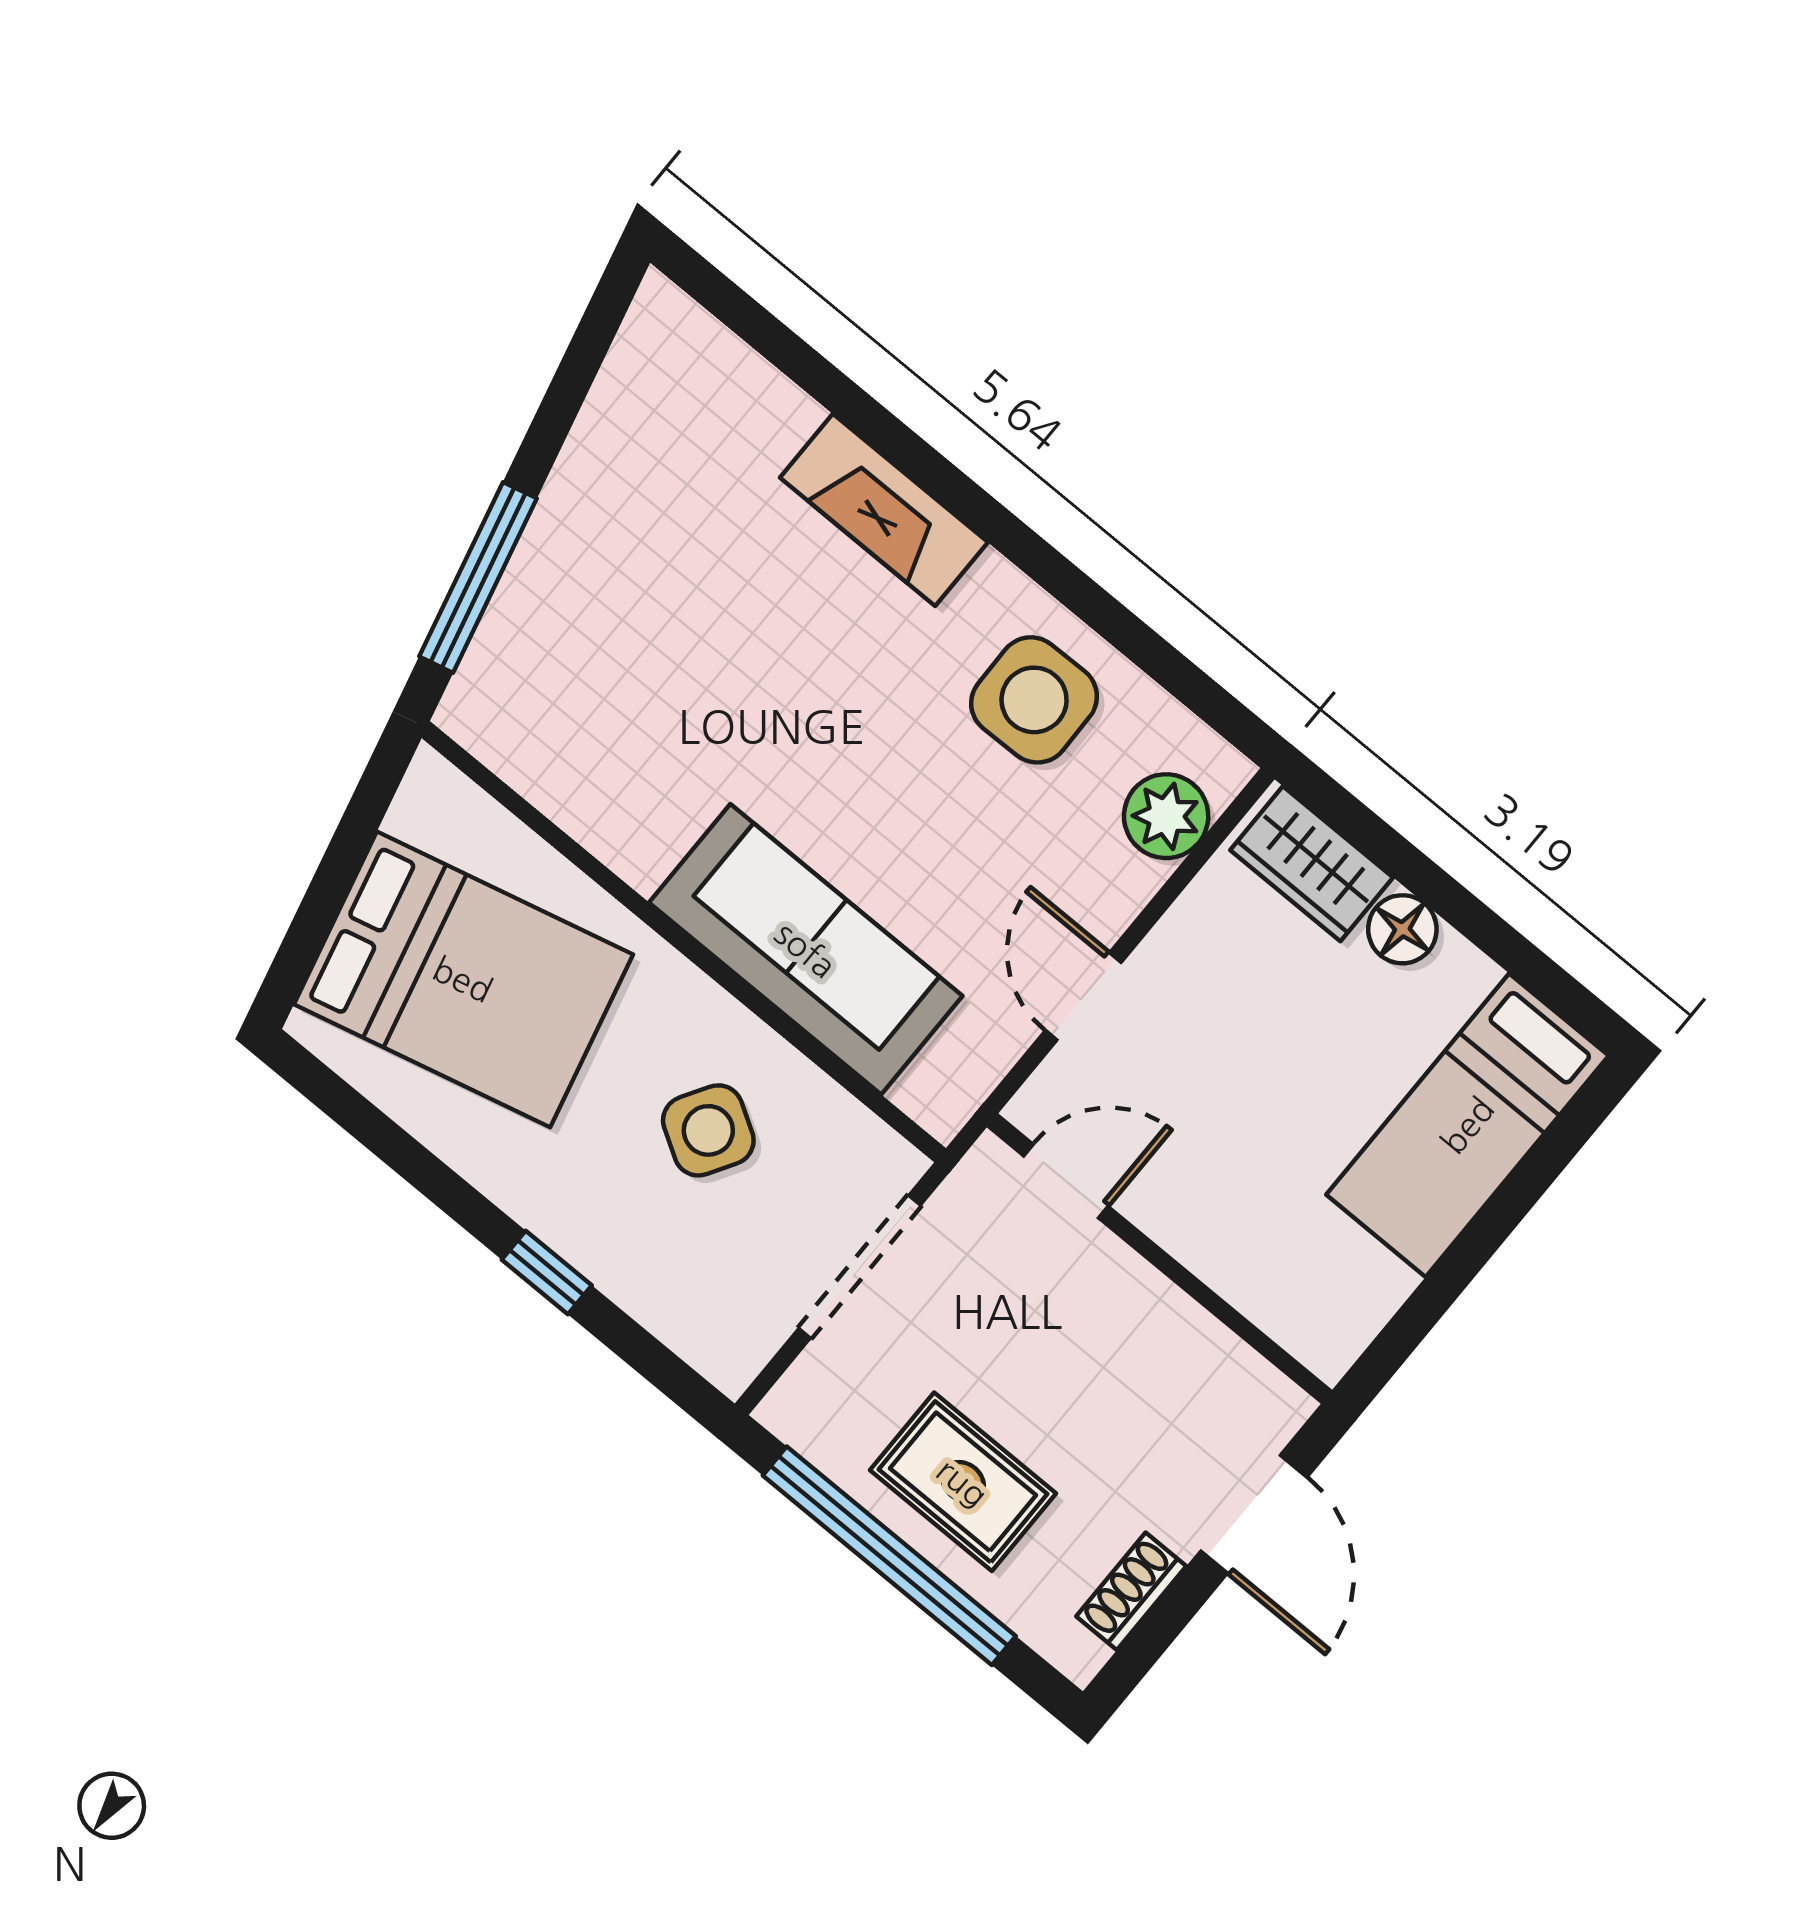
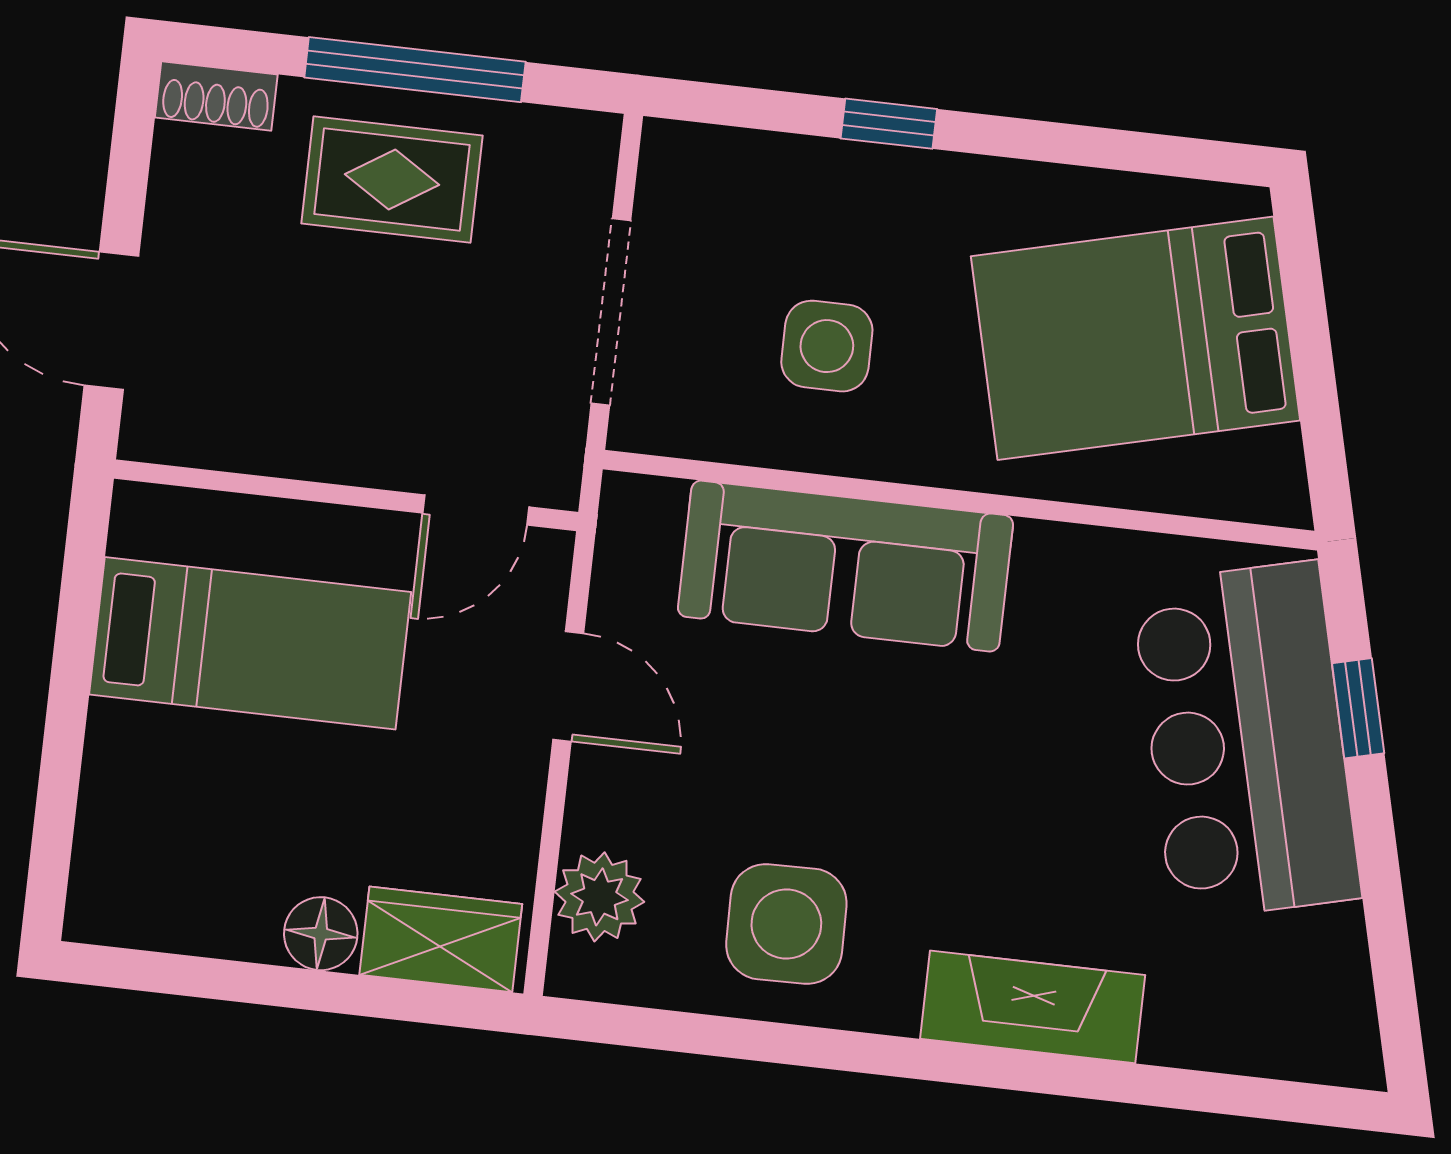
window: (478, 577) -> (1358, 708), width x0.46
bar counter: (582, 609) -> (1246, 741), added
bed: (1467, 1125) -> (250, 643), moved, turned 90
side table: (708, 1130) -> (827, 346), turned -31
window: (889, 1556) -> (415, 70), width x0.68
shoe rack: (1131, 1591) -> (216, 96), moved, turned 90

